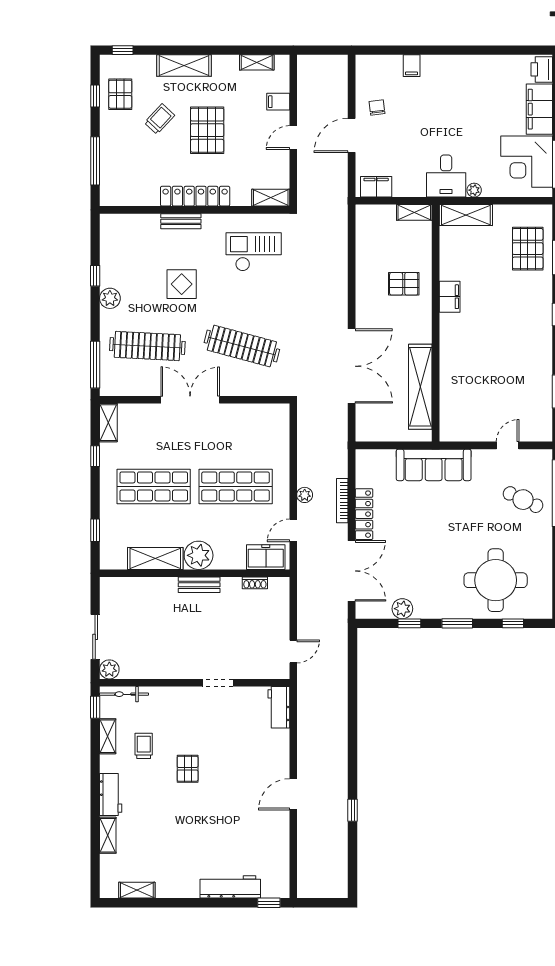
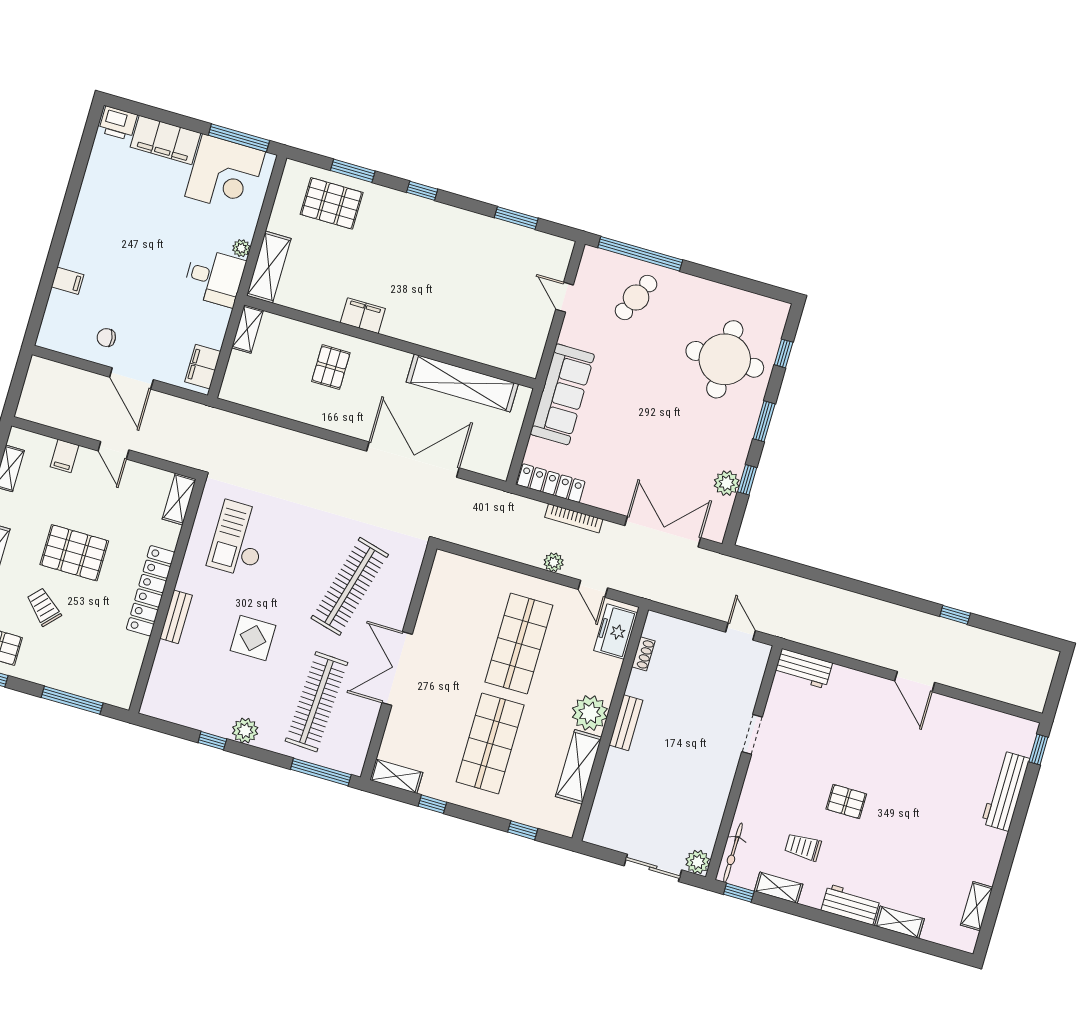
locker: (364, 514) -> (551, 483), moved

